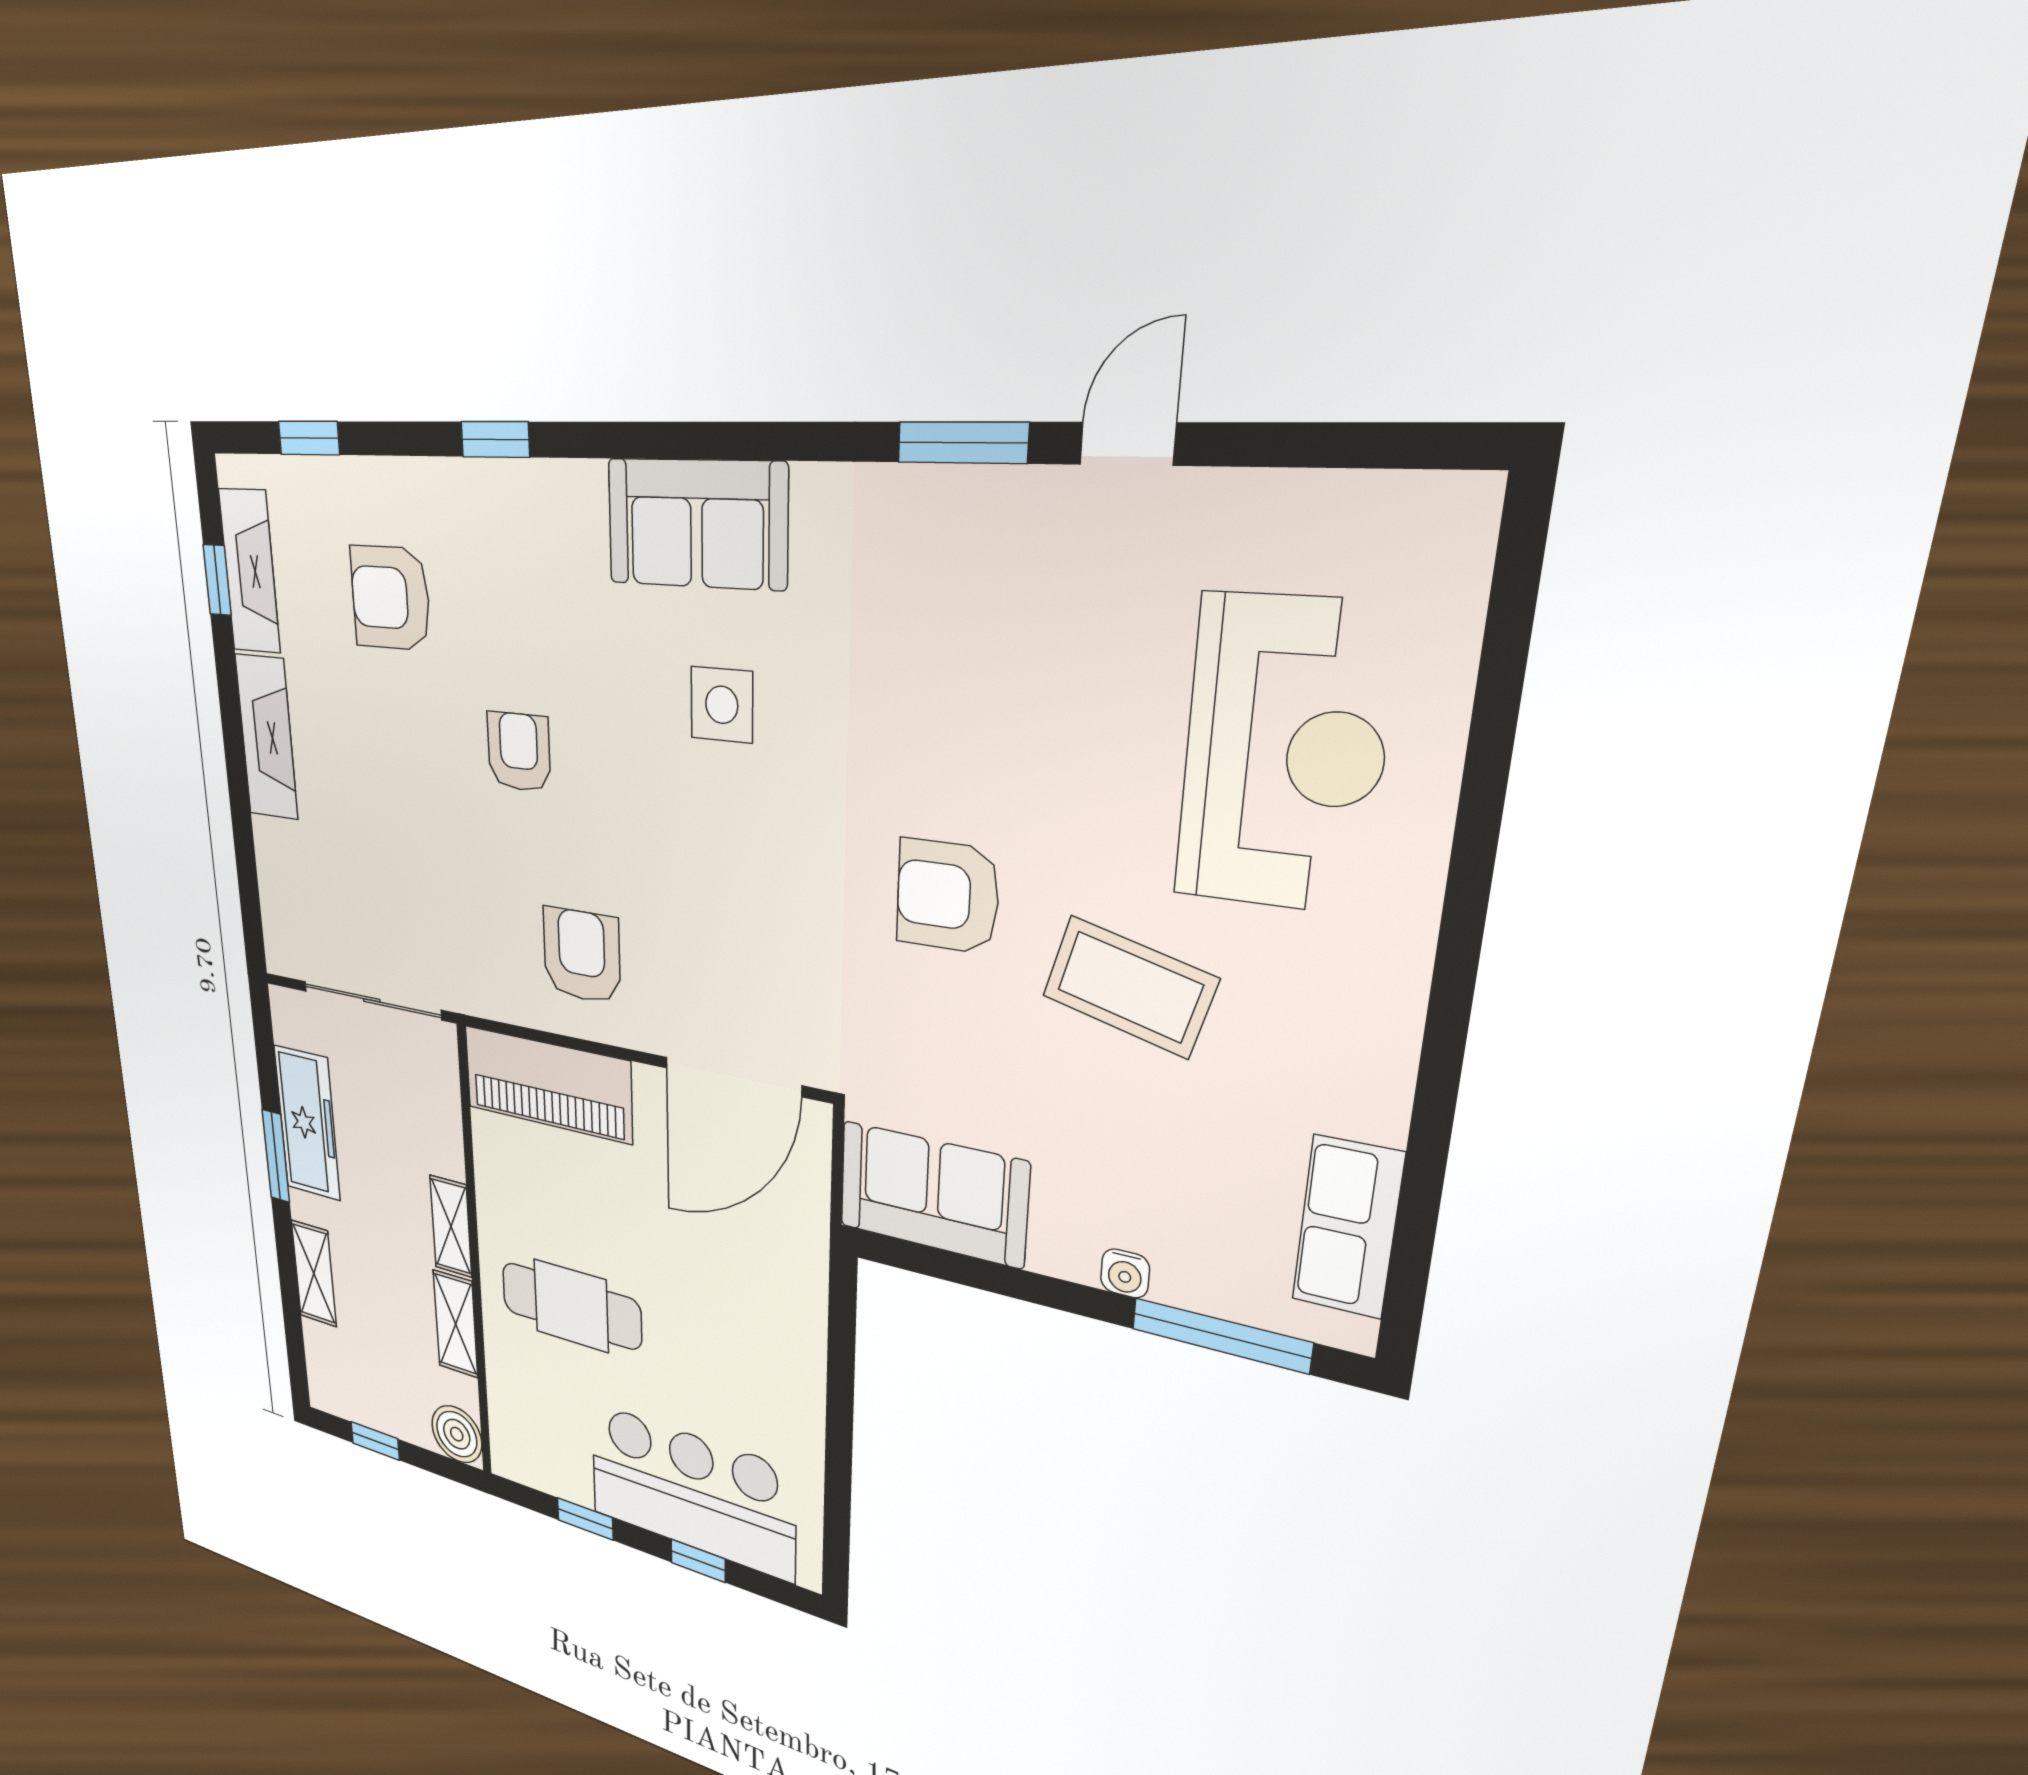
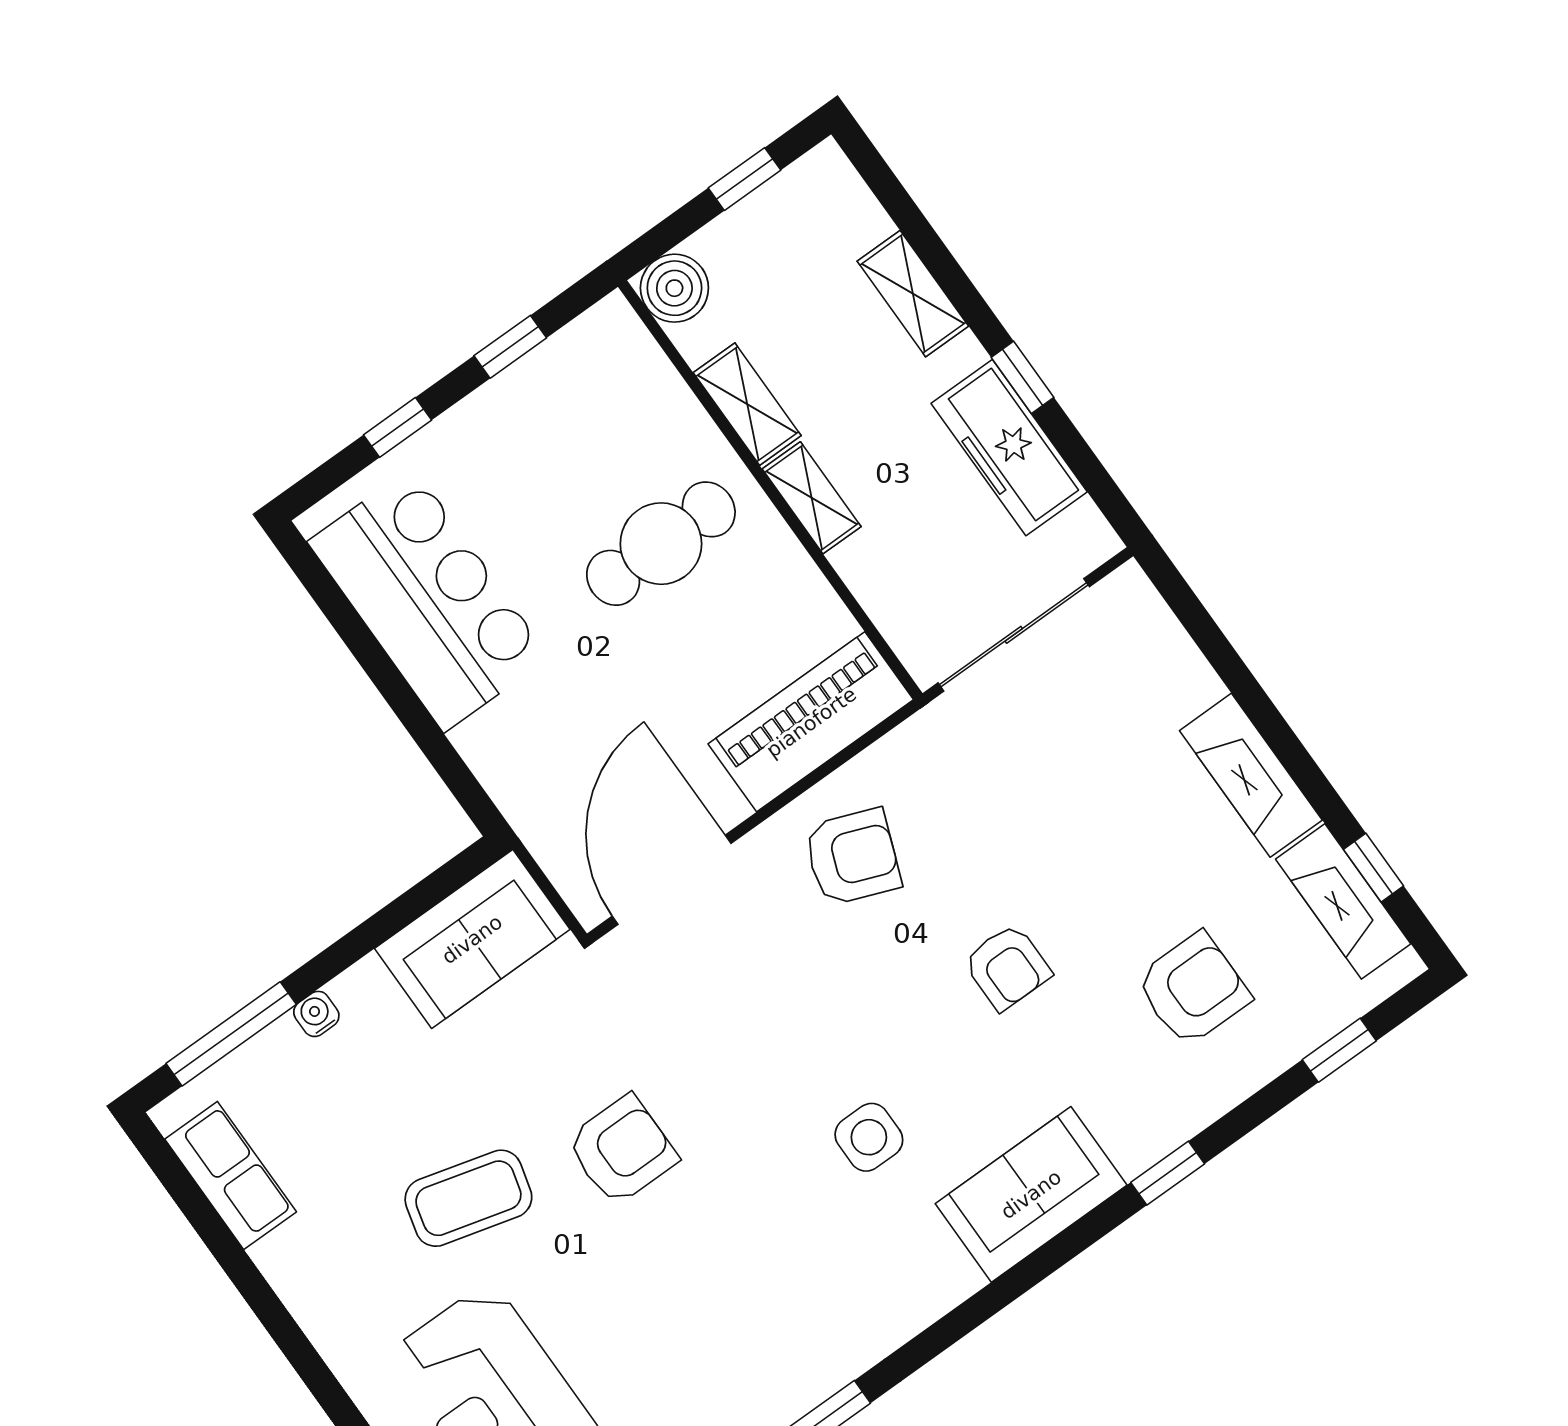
sofa: (696, 524) -> (1031, 1194), moved
armchair: (582, 956) -> (852, 857), turned -69
window: (276, 1156) -> (1022, 377), width x0.67
bar counter: (691, 1491) -> (428, 599), moved, turned -90

